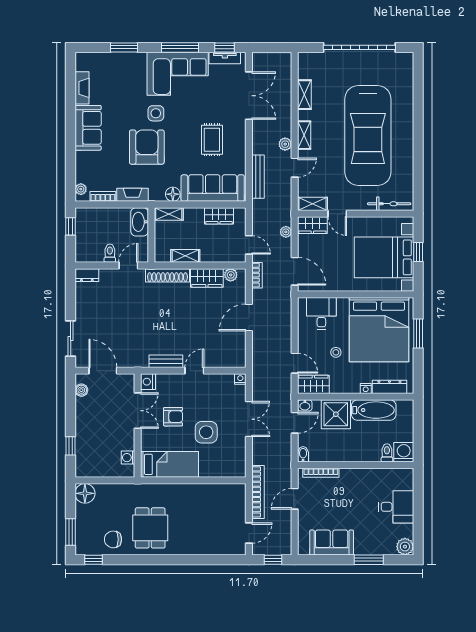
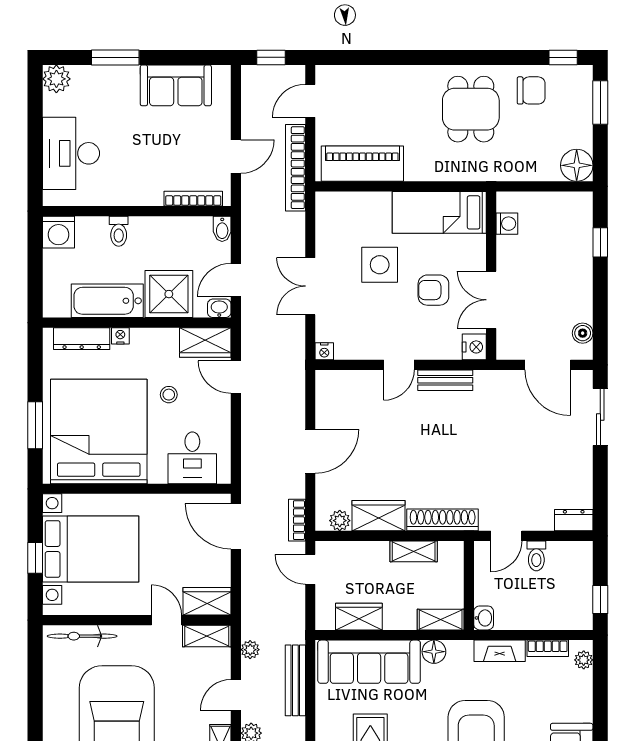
washbasin: (140, 222) -> (484, 618), width x0.52, depth x0.69
plant: (286, 232) -> (250, 650), moved
toilet: (387, 453) -> (119, 231), moved
piano: (217, 494) -> (362, 164), added
desk: (396, 507) -> (71, 153), width x1.37

